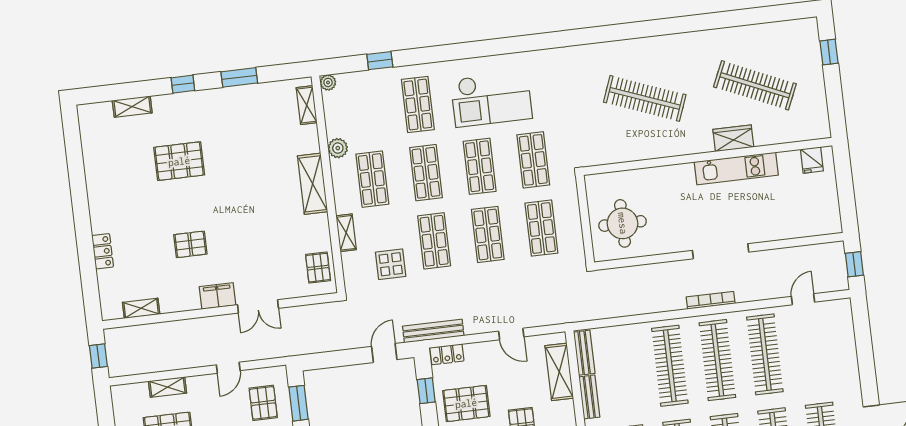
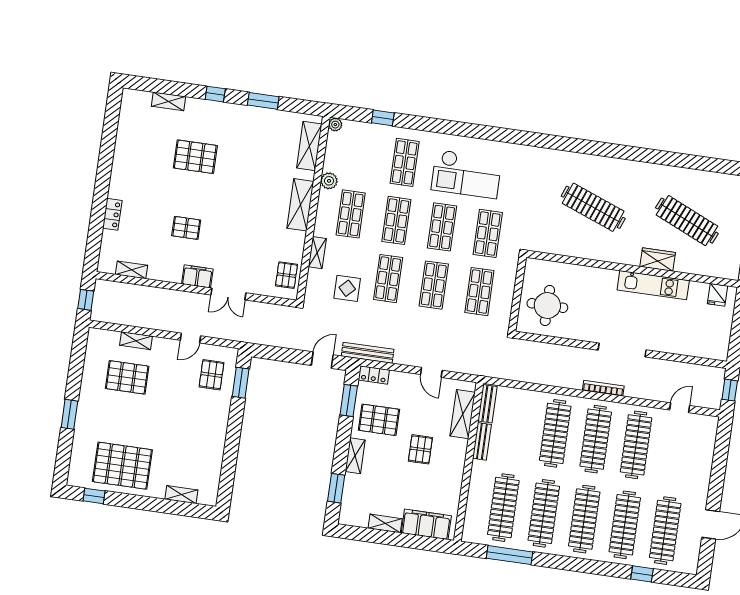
shelving: (307, 105) -> (309, 146), width x1.50, depth x1.33
window: (426, 391) -> (349, 401), width x1.50

